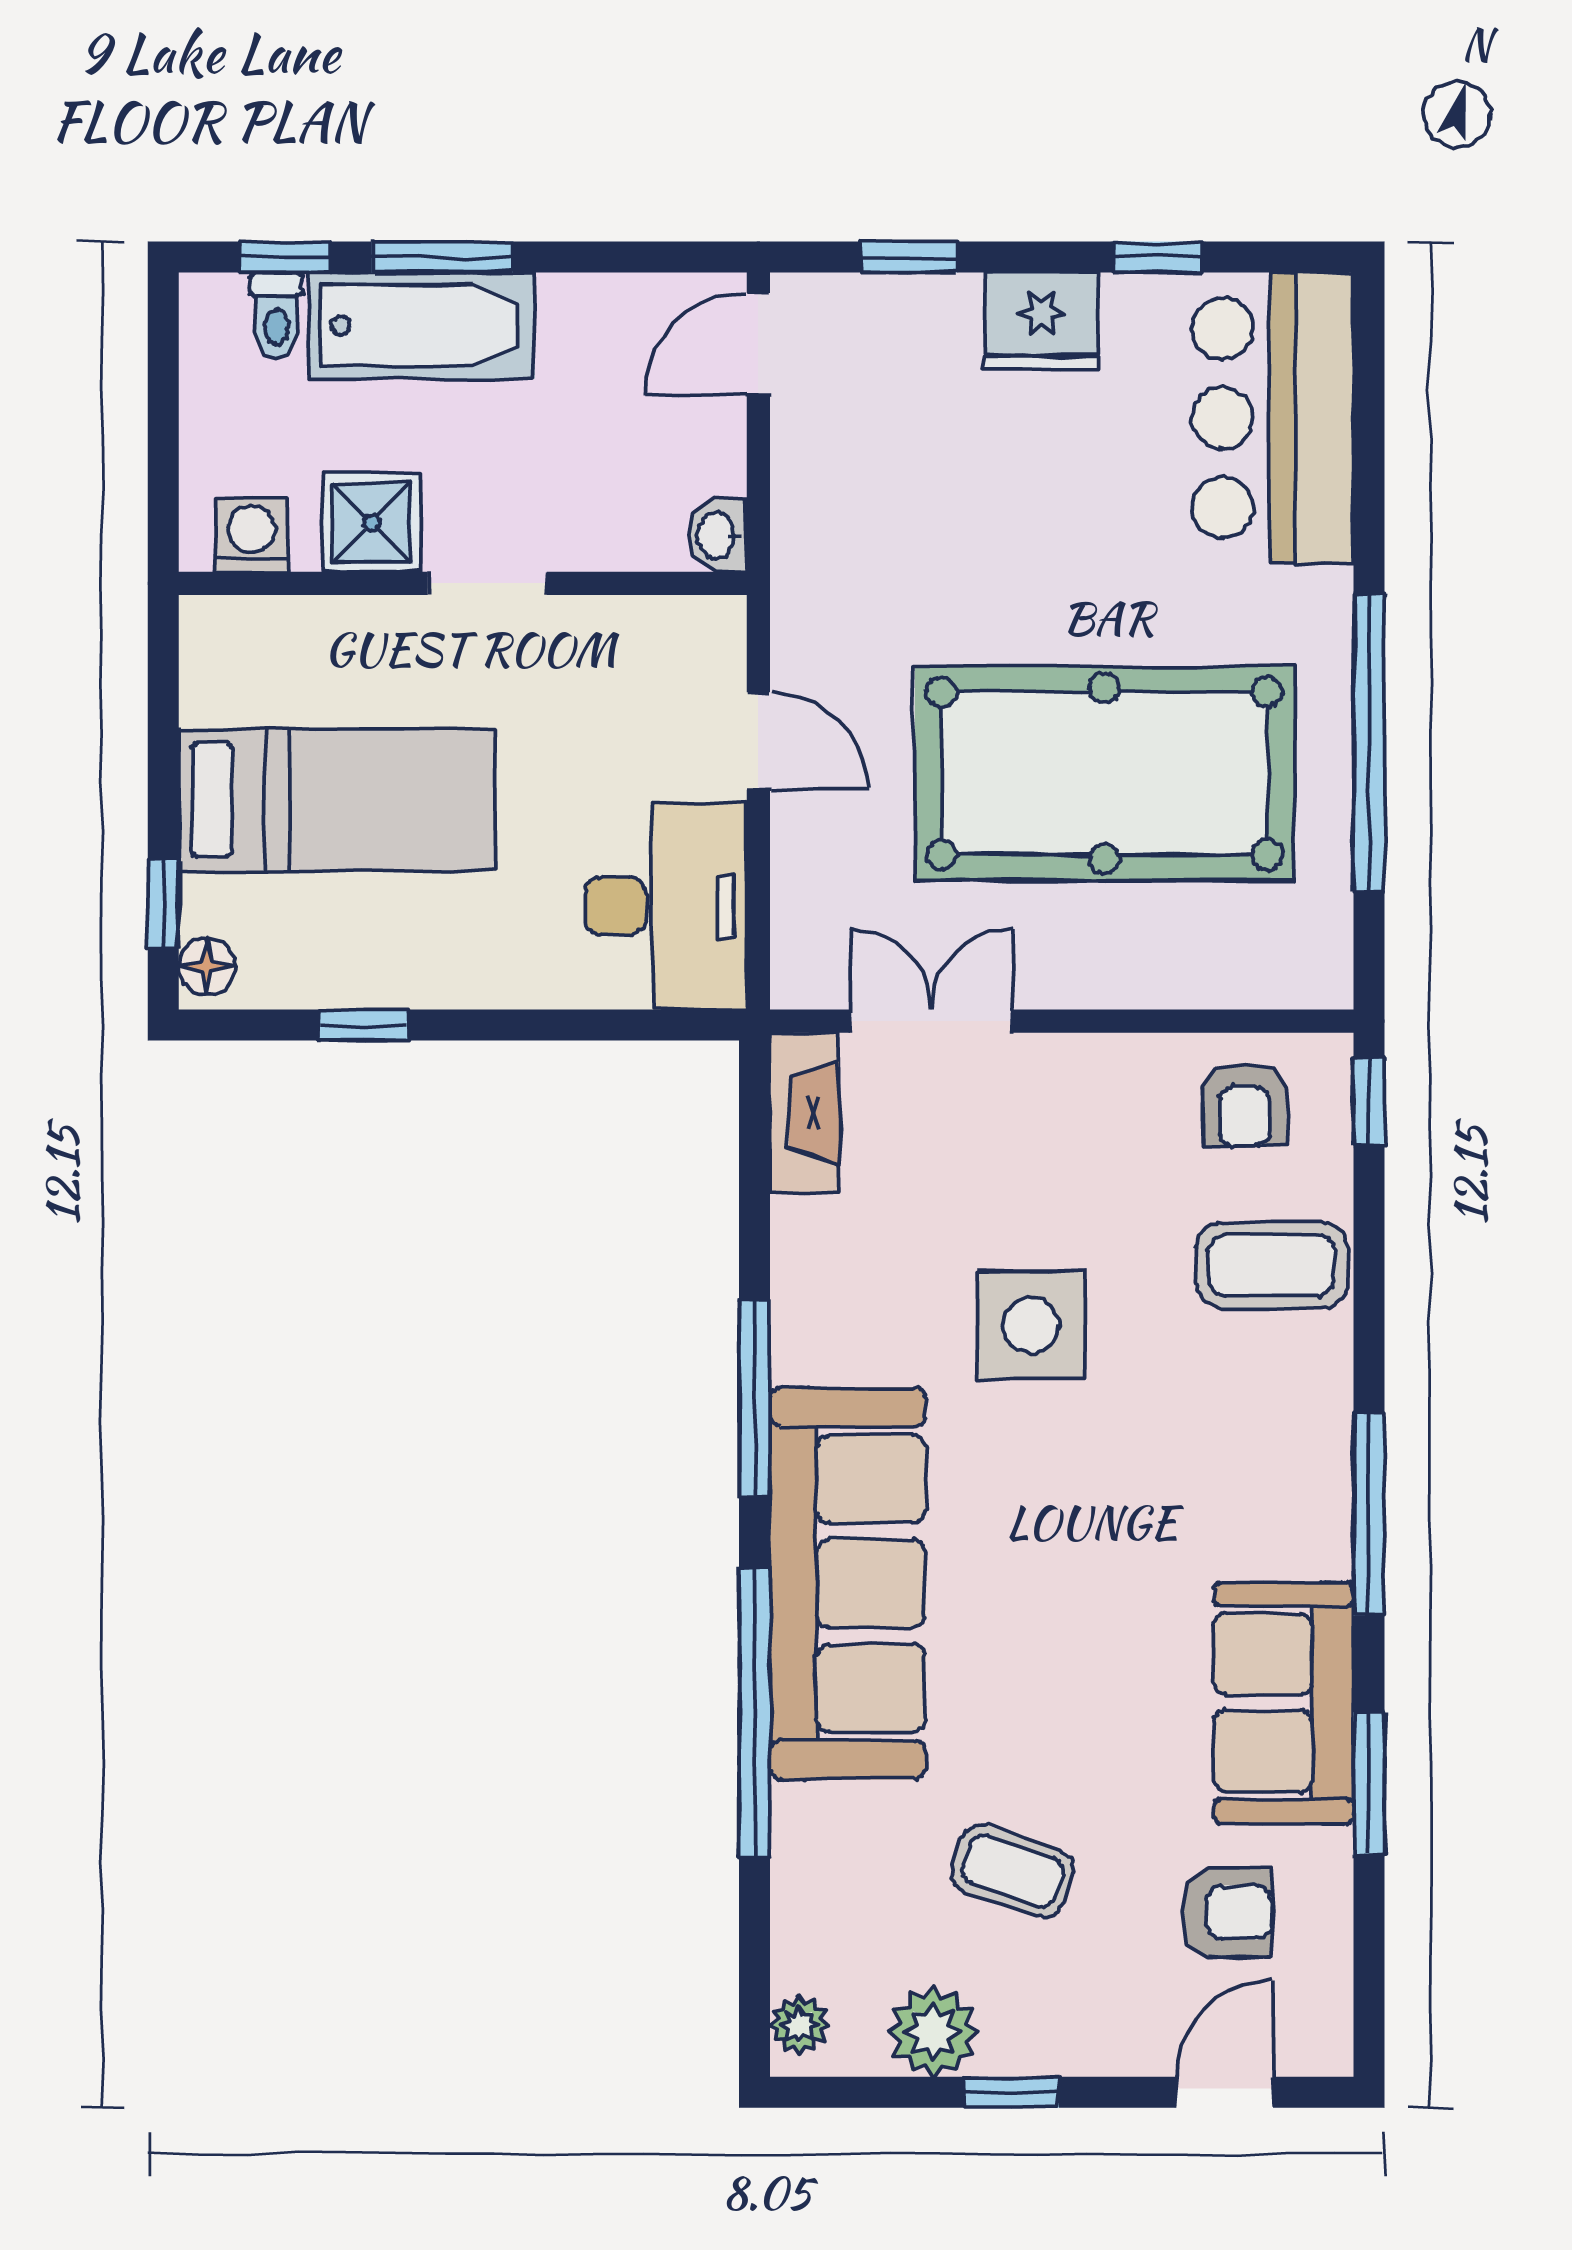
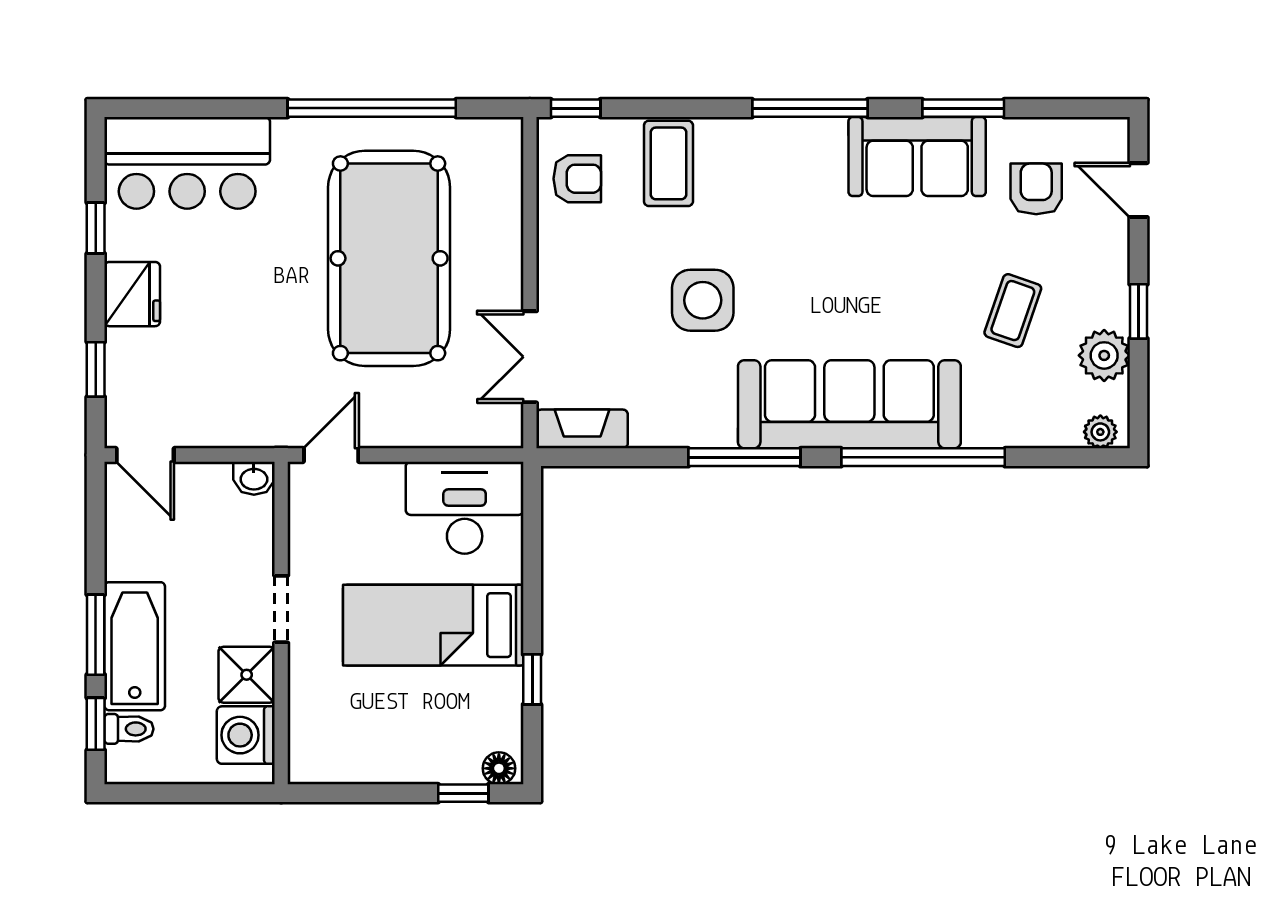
washing machine: (252, 535) -> (246, 735), width x1.38, depth x1.38
door: (758, 741) -> (331, 455), moved
bed: (337, 800) -> (433, 625), moved, turned -90

